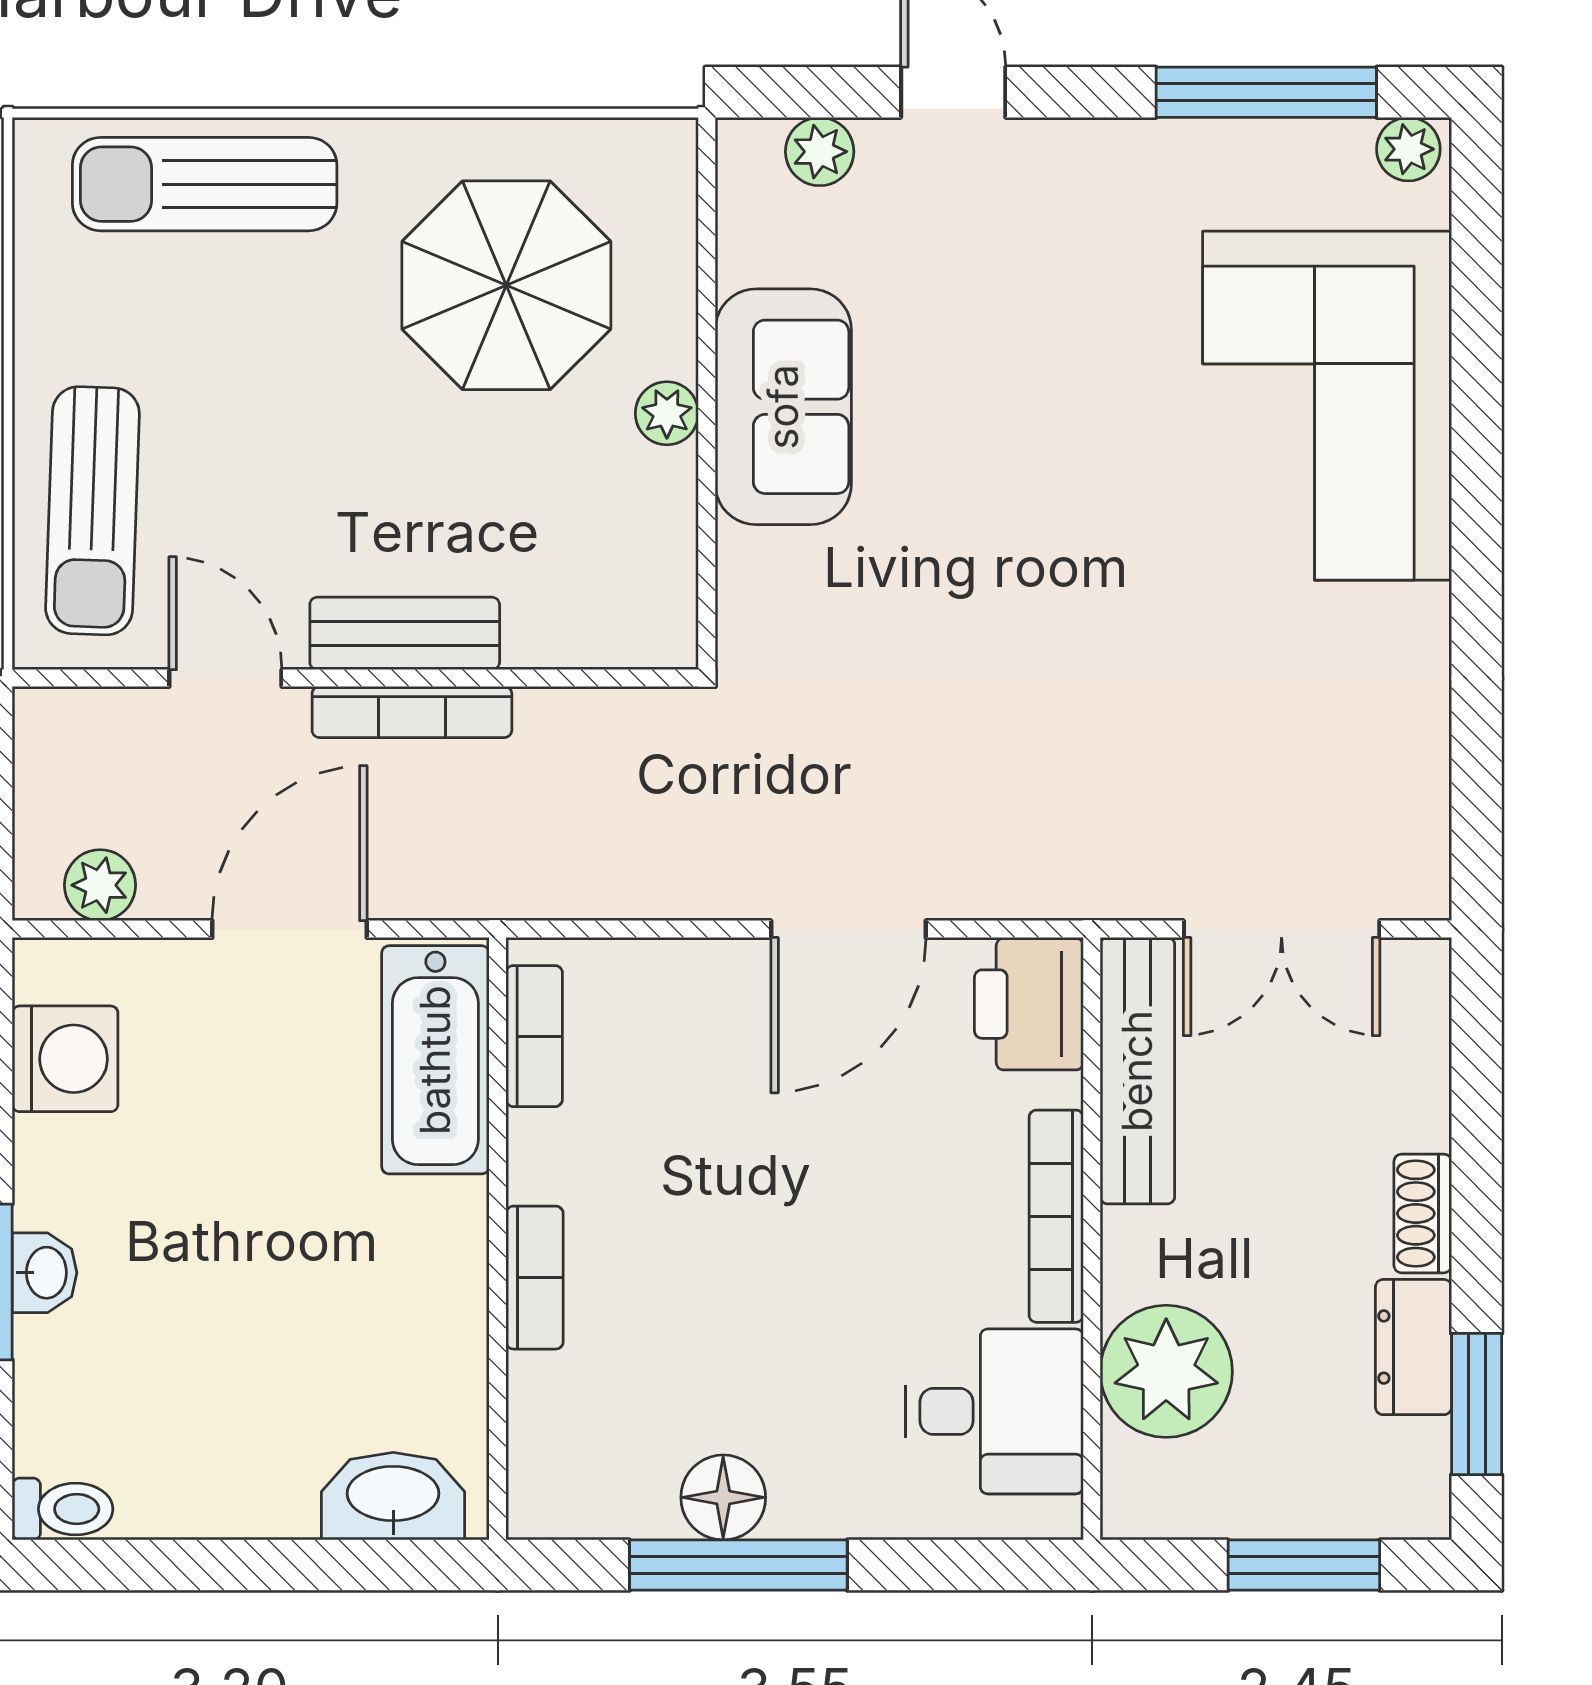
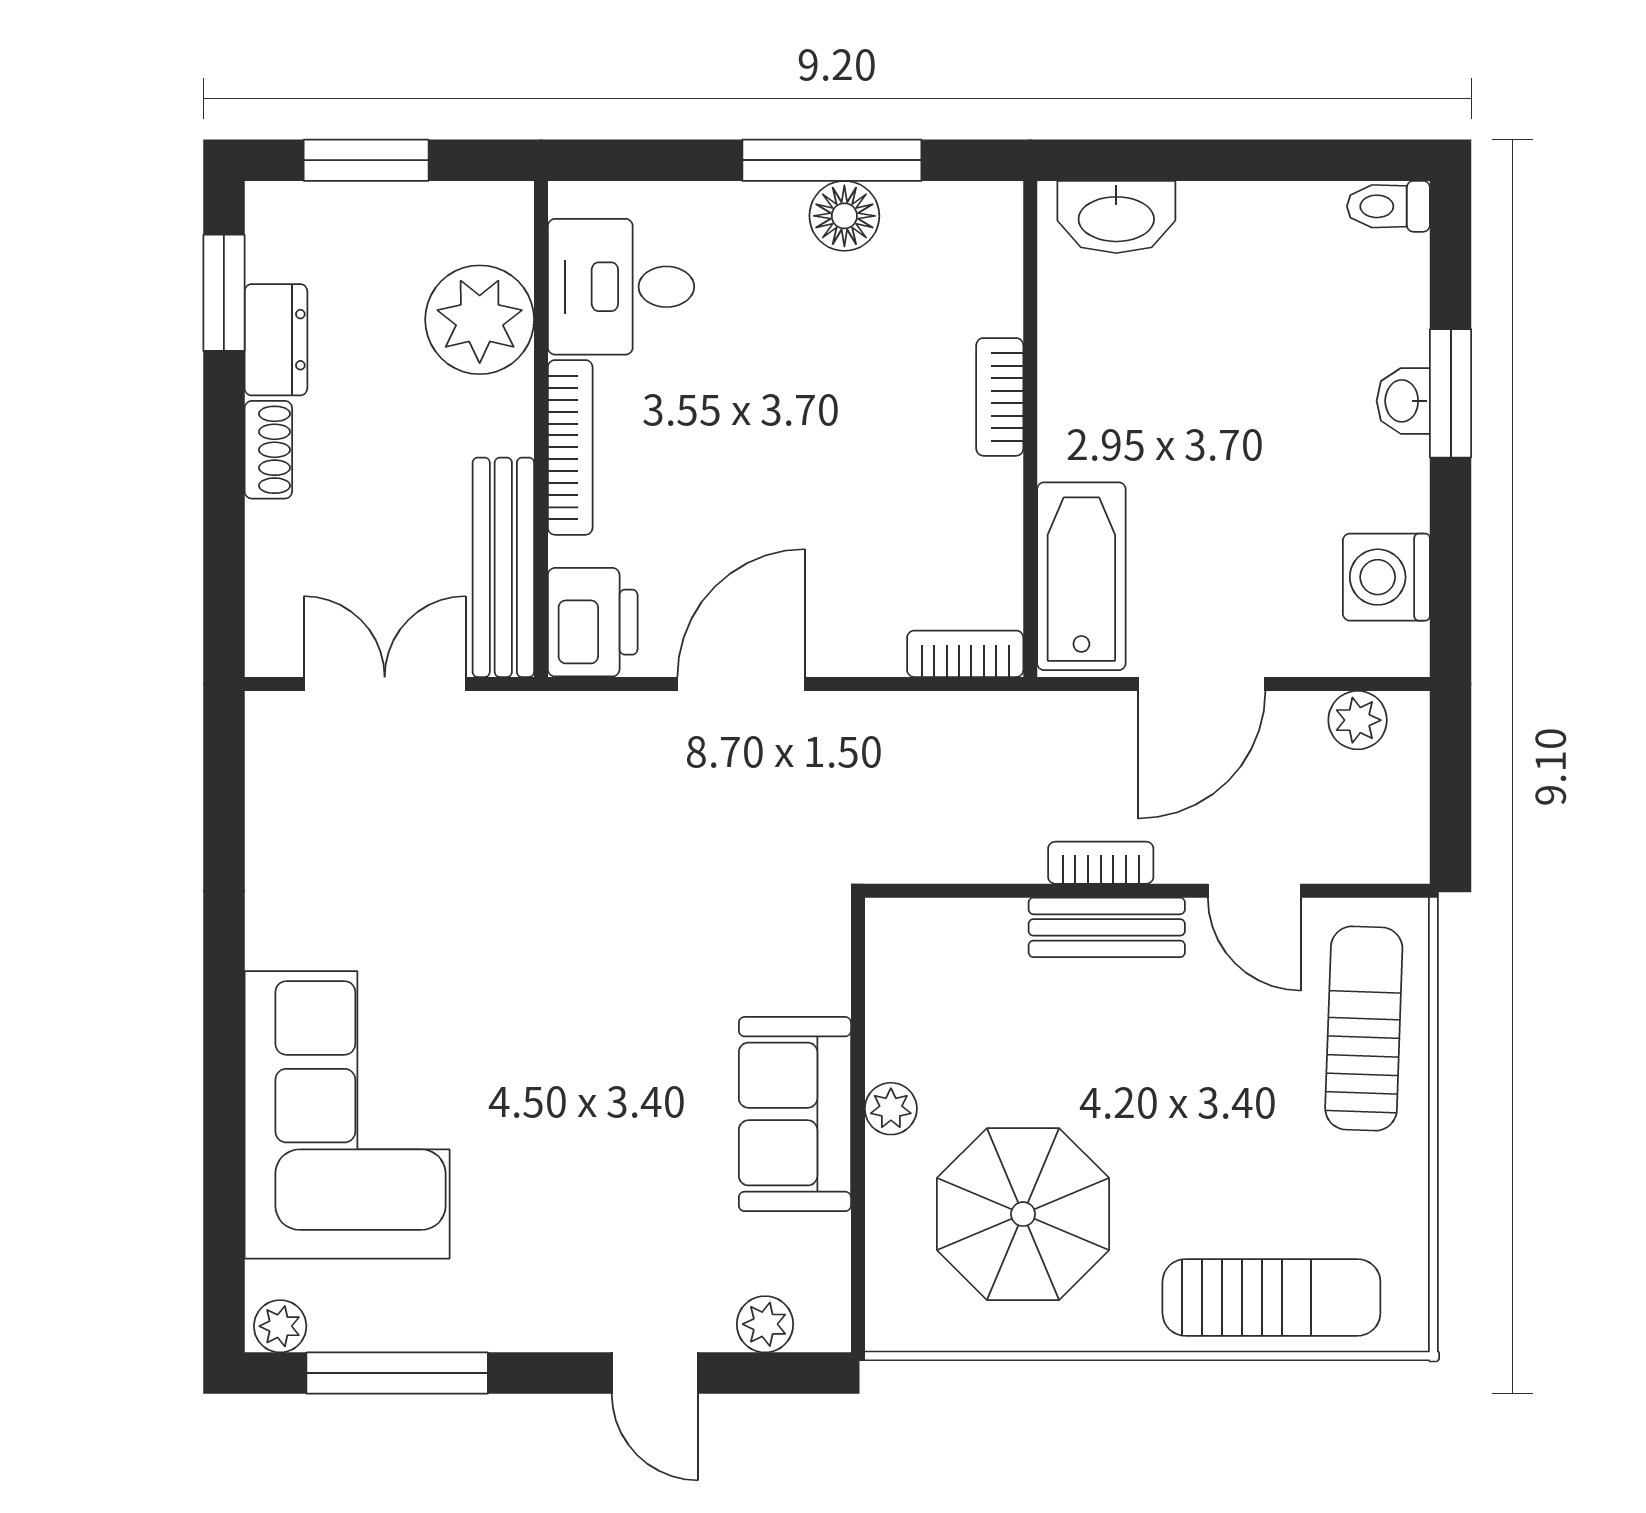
bookcase: (412, 712) -> (1101, 863), width x0.64
bookcase: (534, 1036) -> (965, 654), moved, turned 90

